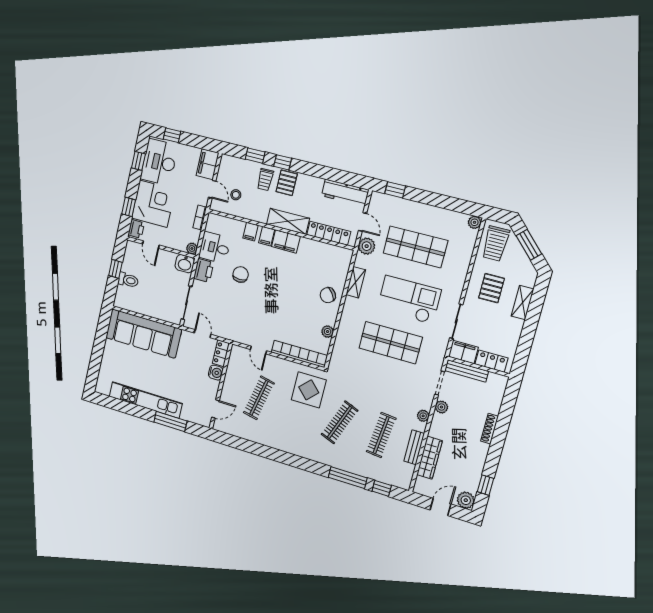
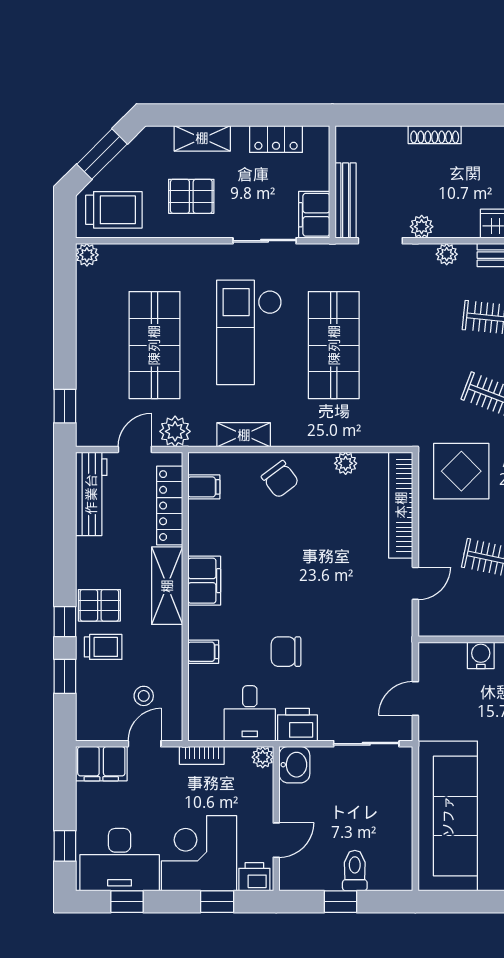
filing cabinet: (267, 236) -> (204, 487), moved
locker: (221, 353) -> (442, 654), removed
locker: (492, 361) -> (276, 139), moved, turned -90

